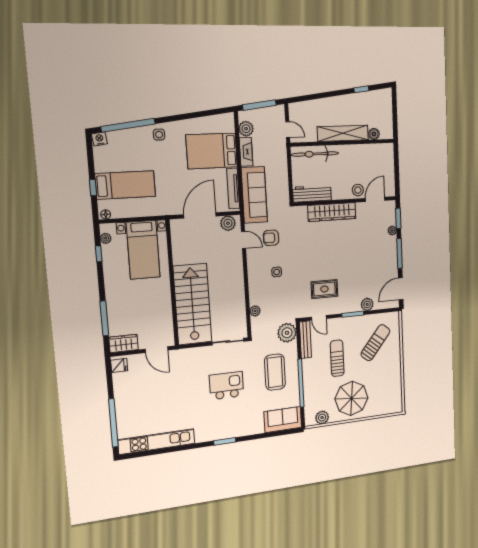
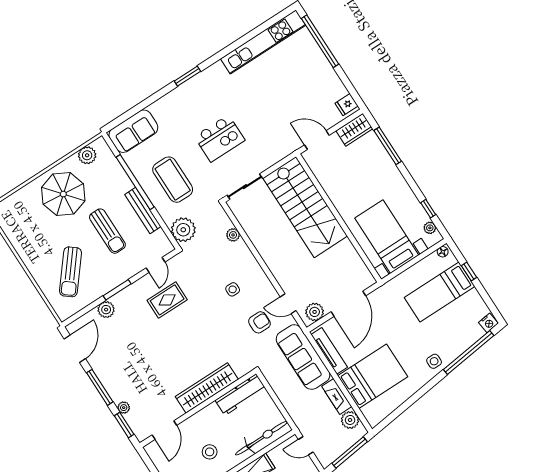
stool: (358, 190) -> (210, 452), moved
door: (319, 318) -> (155, 265), swing flipped
bench: (305, 340) -> (143, 211), moved

